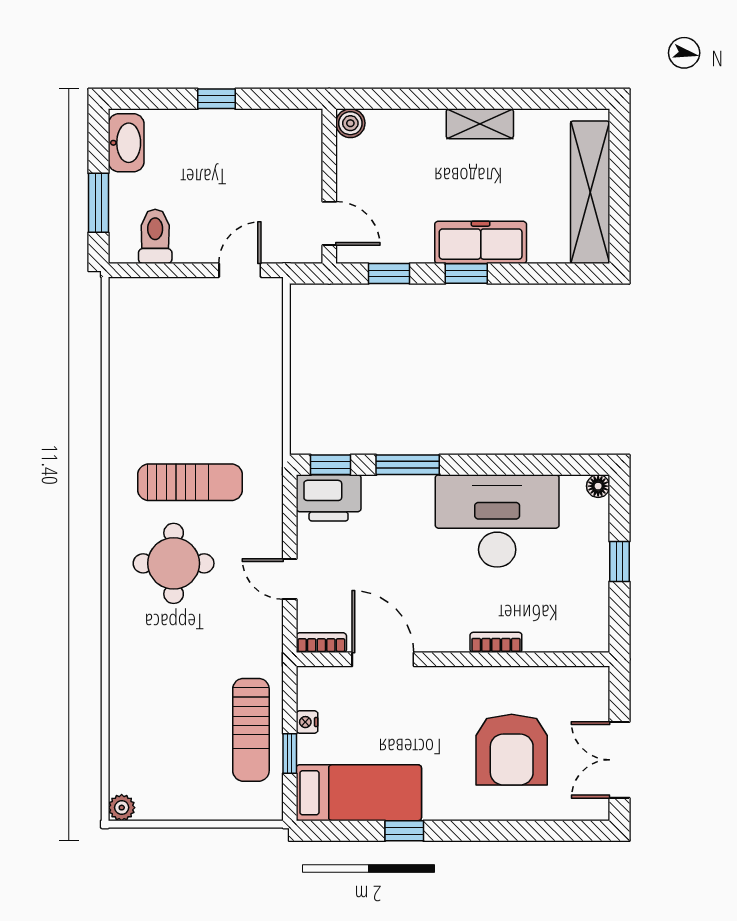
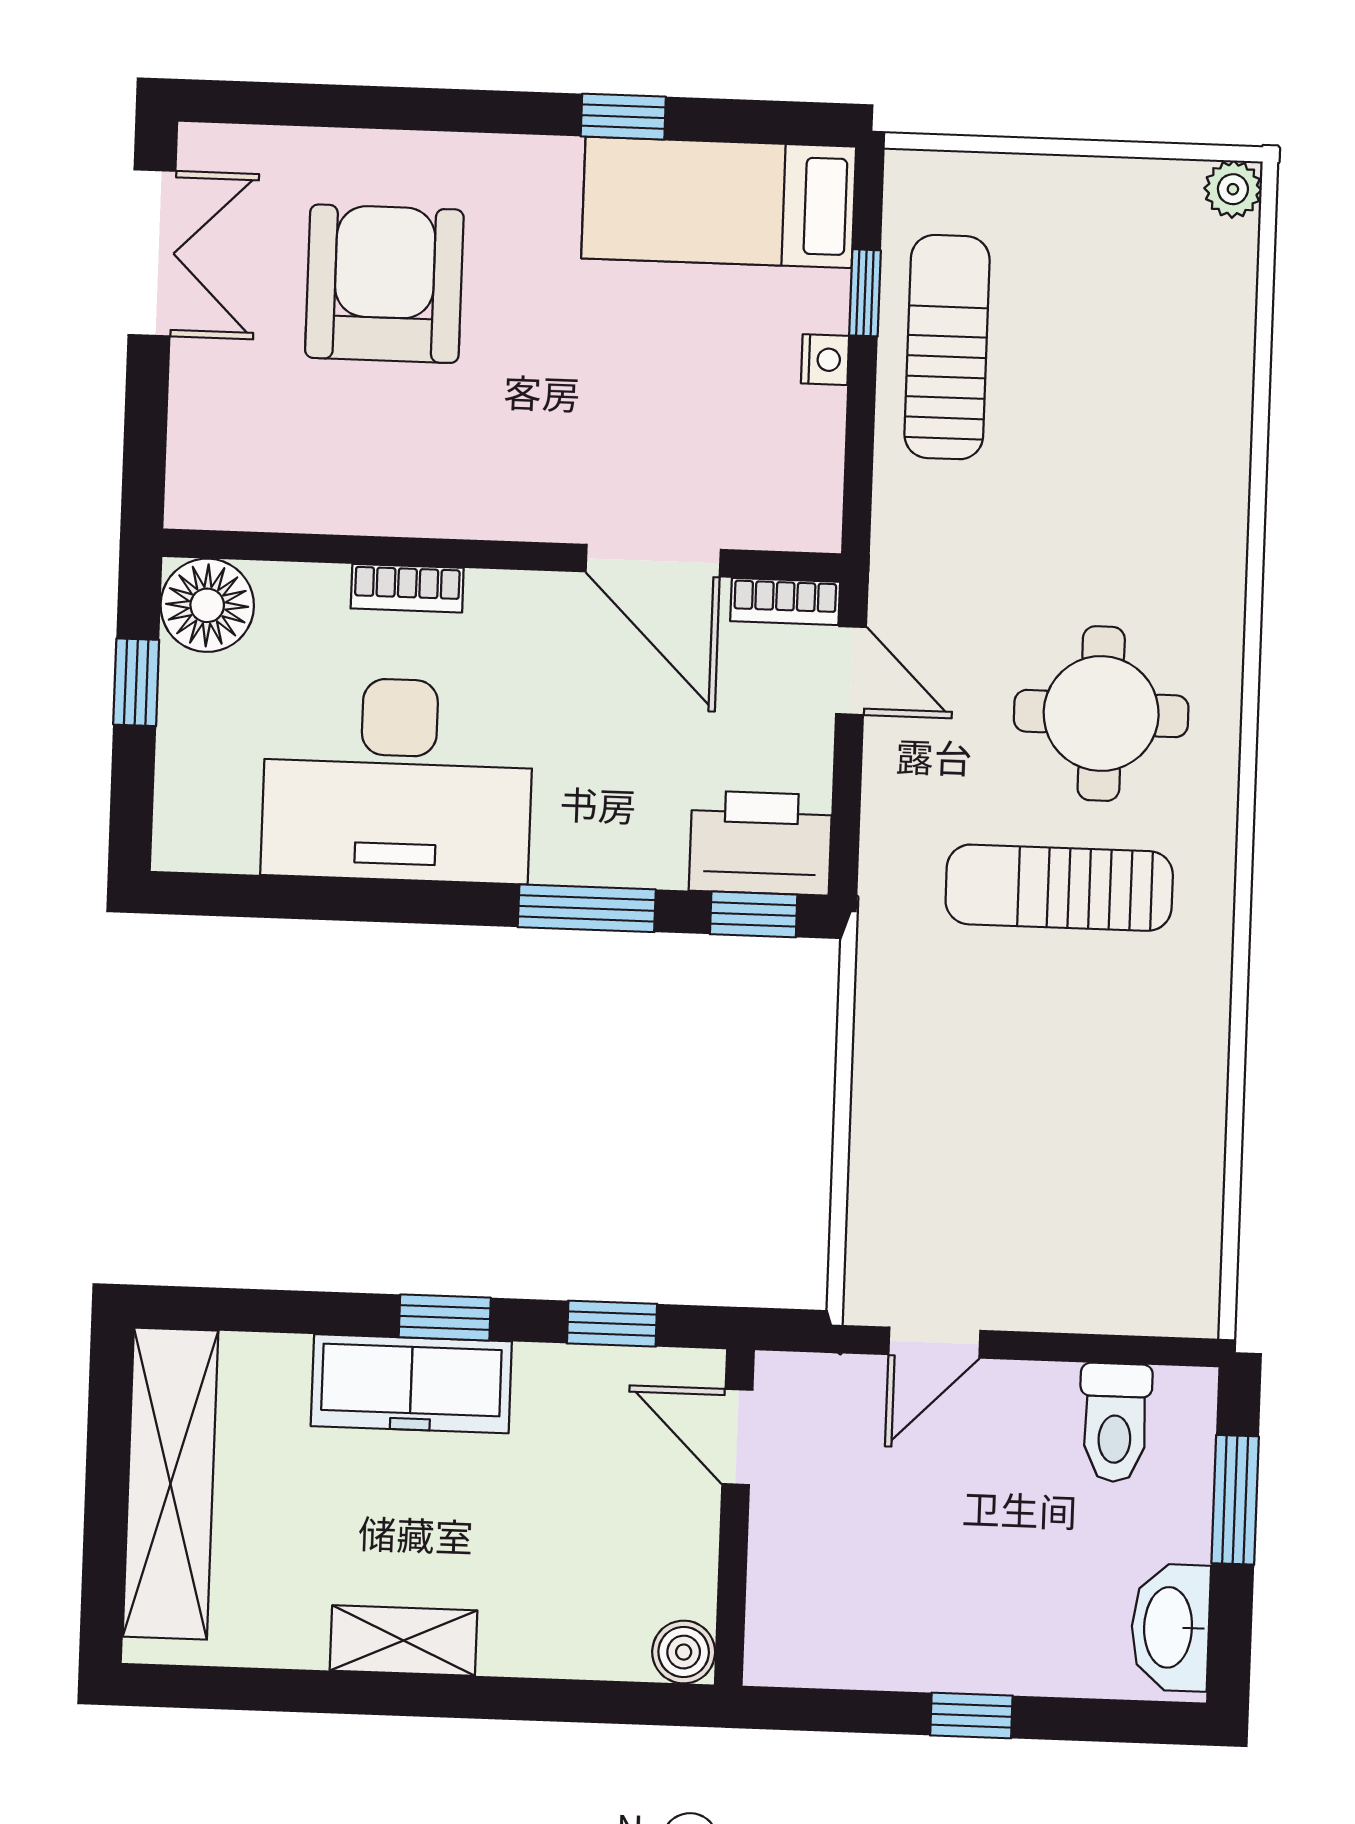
floor lamp: (598, 486) -> (207, 605), moved, width x1.89, depth x1.89
bookcase: (496, 642) -> (407, 588), moved
bookcase: (321, 643) -> (785, 601), moved
door: (383, 659) -> (653, 561), moved
wall: (453, 659) -> (502, 555), moved

